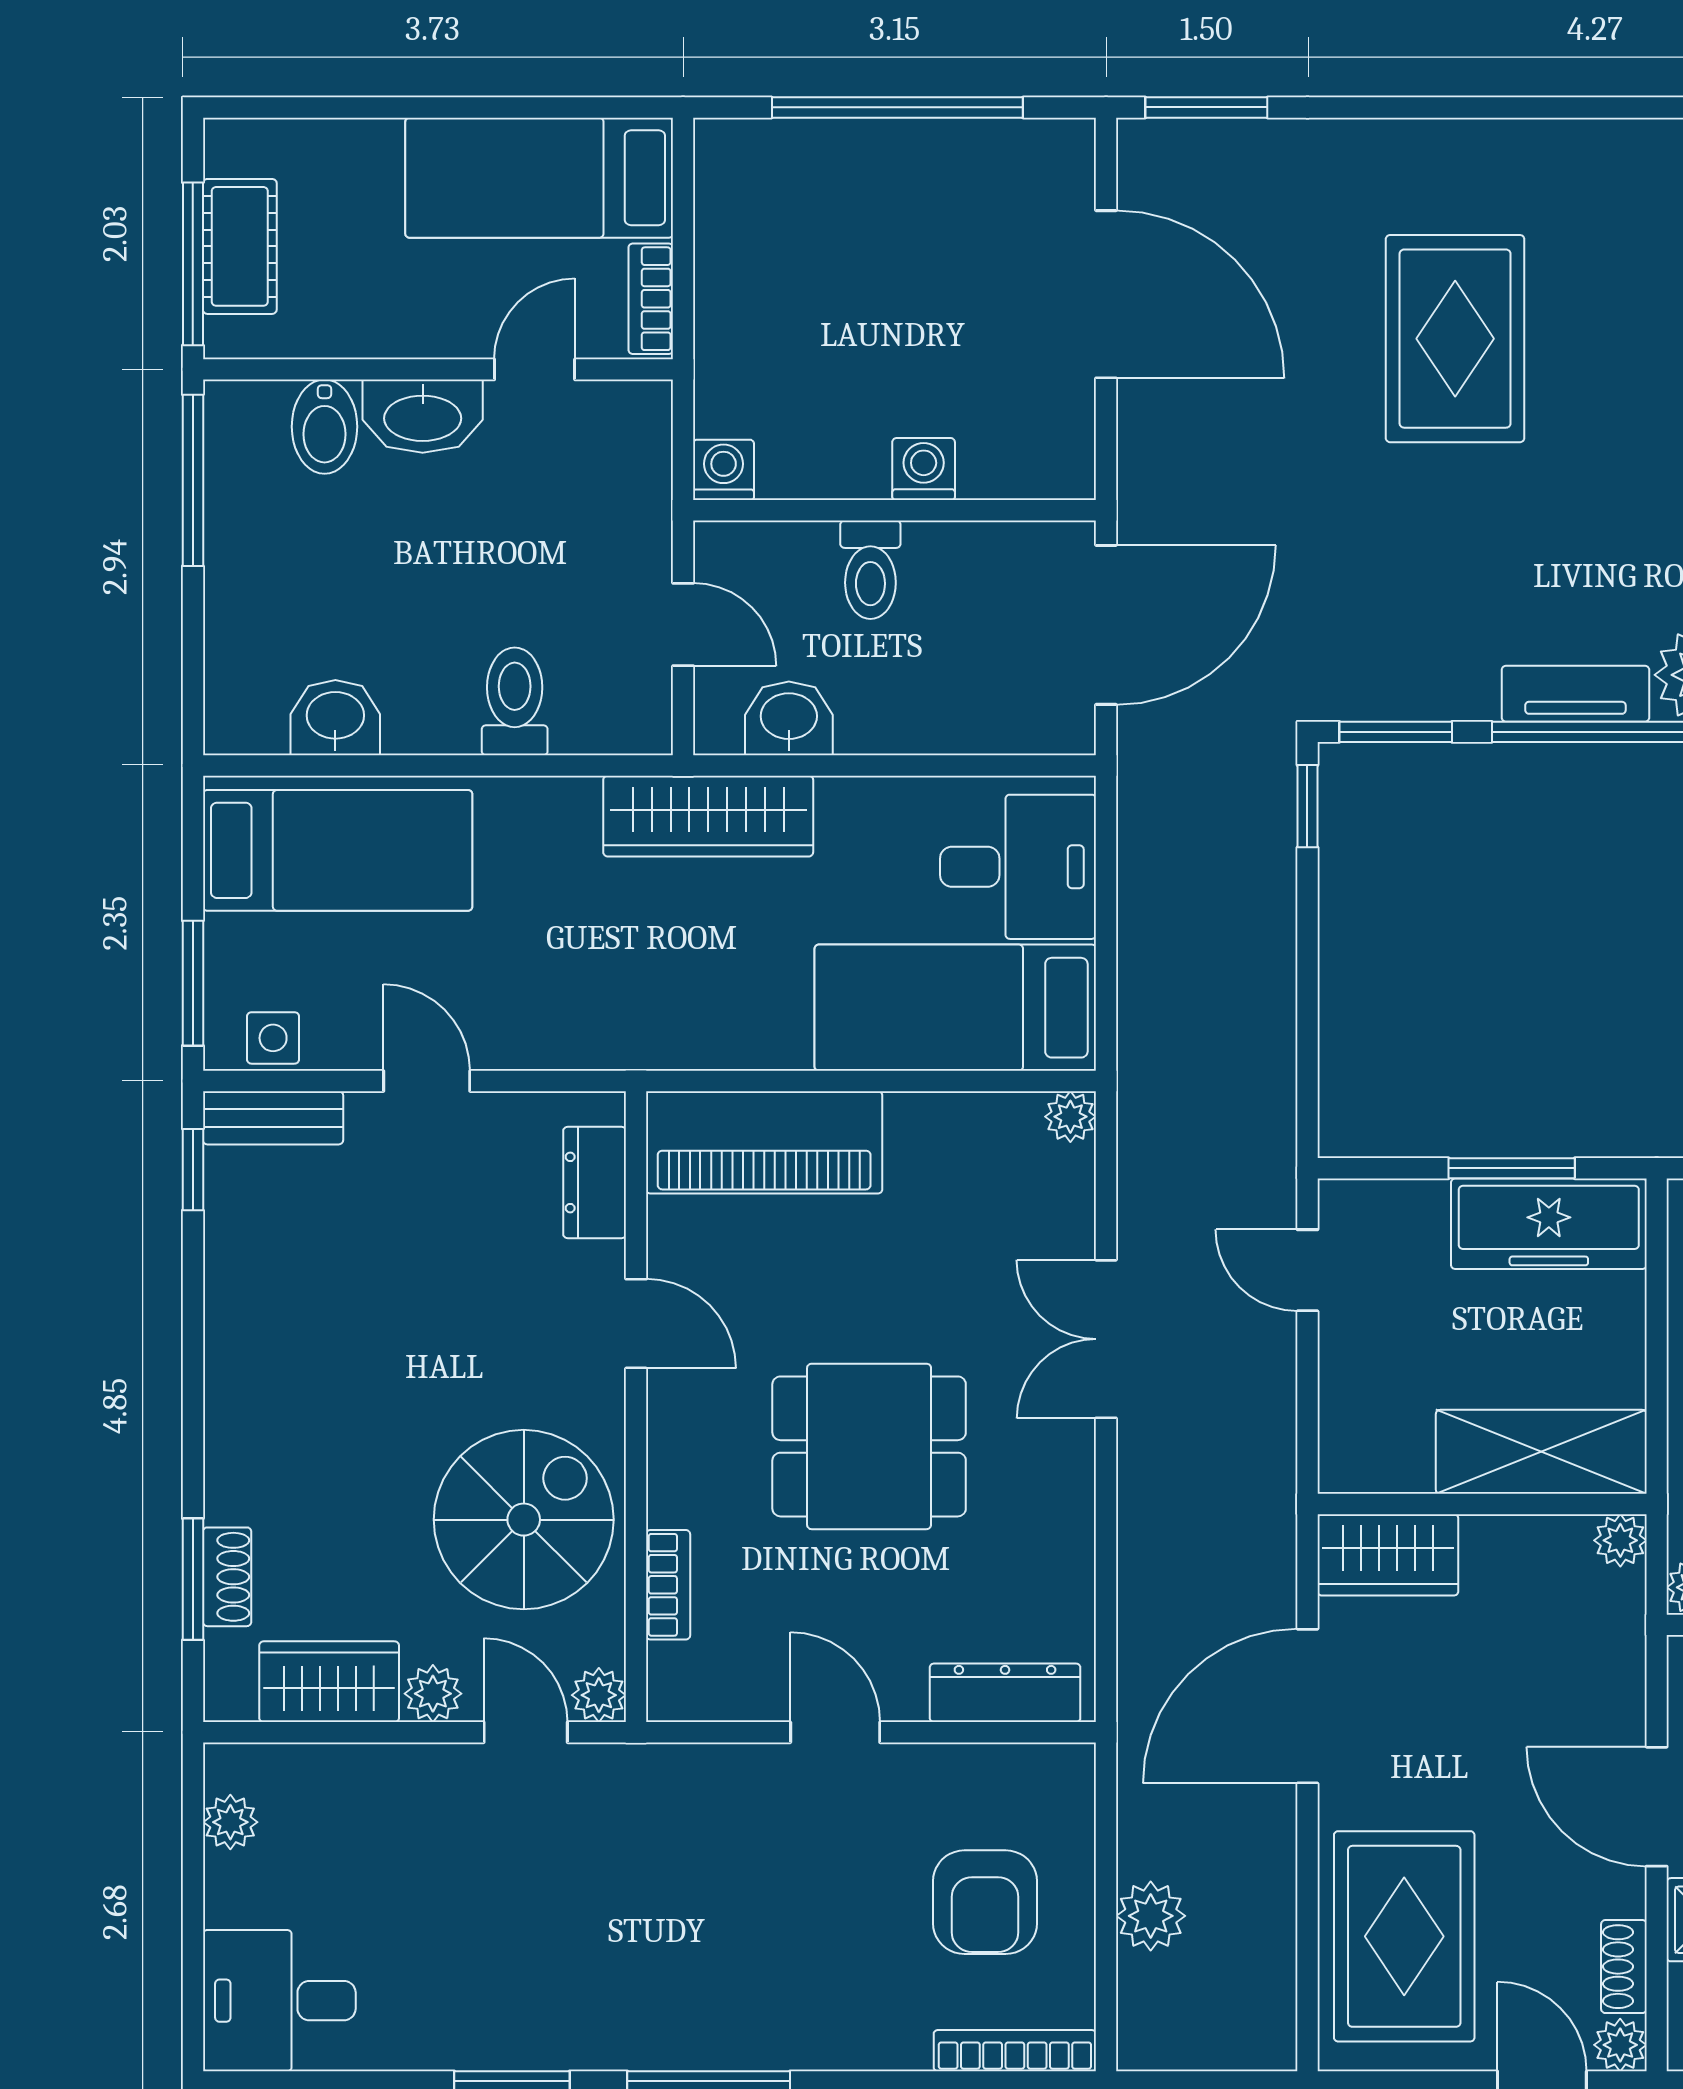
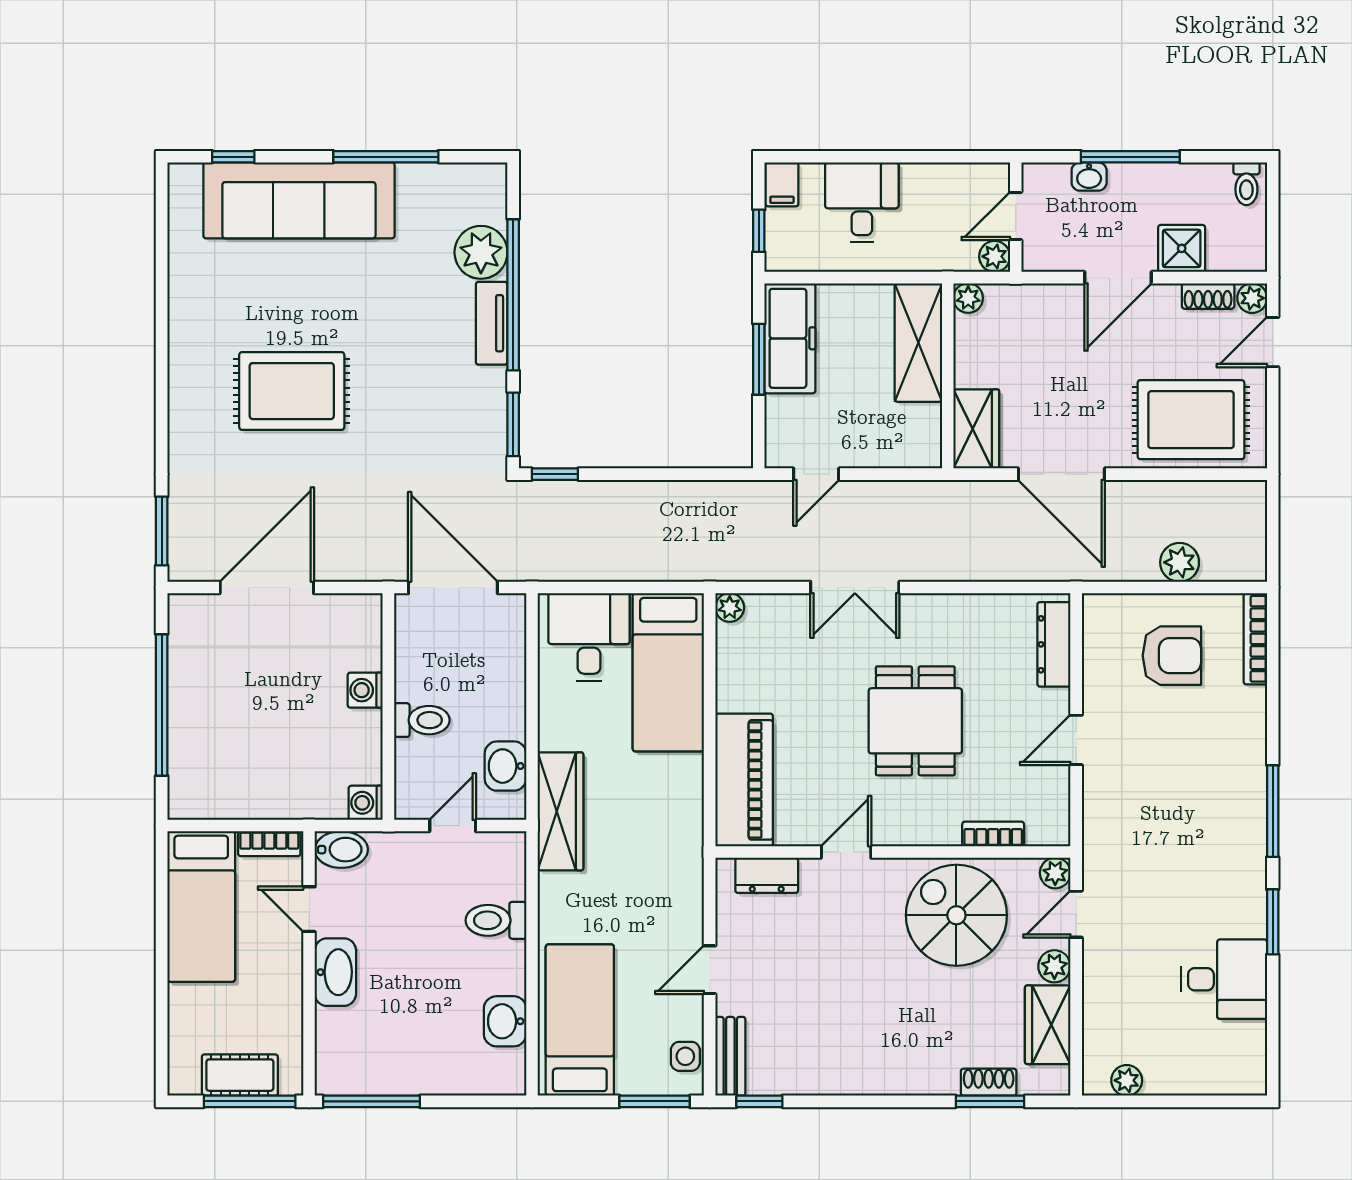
bidet: (325, 427) -> (341, 850), moved
desk: (279, 2001) -> (1224, 979), moved, turned -90

